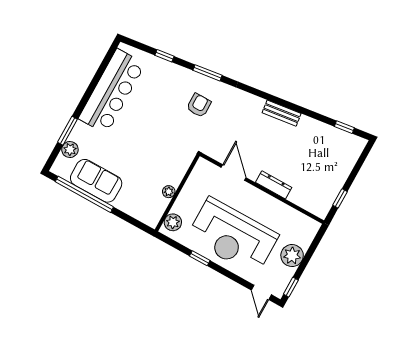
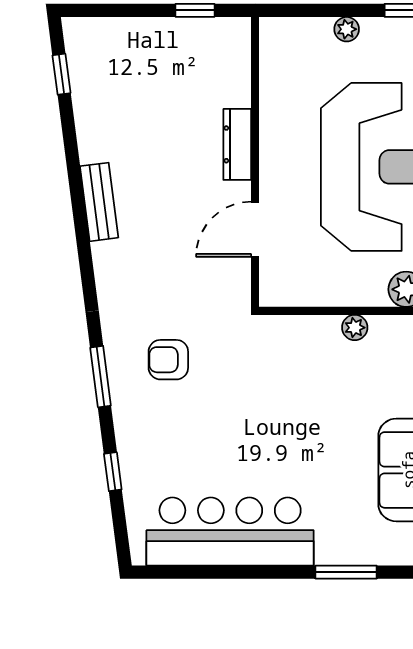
plant: (70, 149) -> (378, 549), removed
plant: (292, 256) -> (347, 29), width x0.53, depth x0.53

